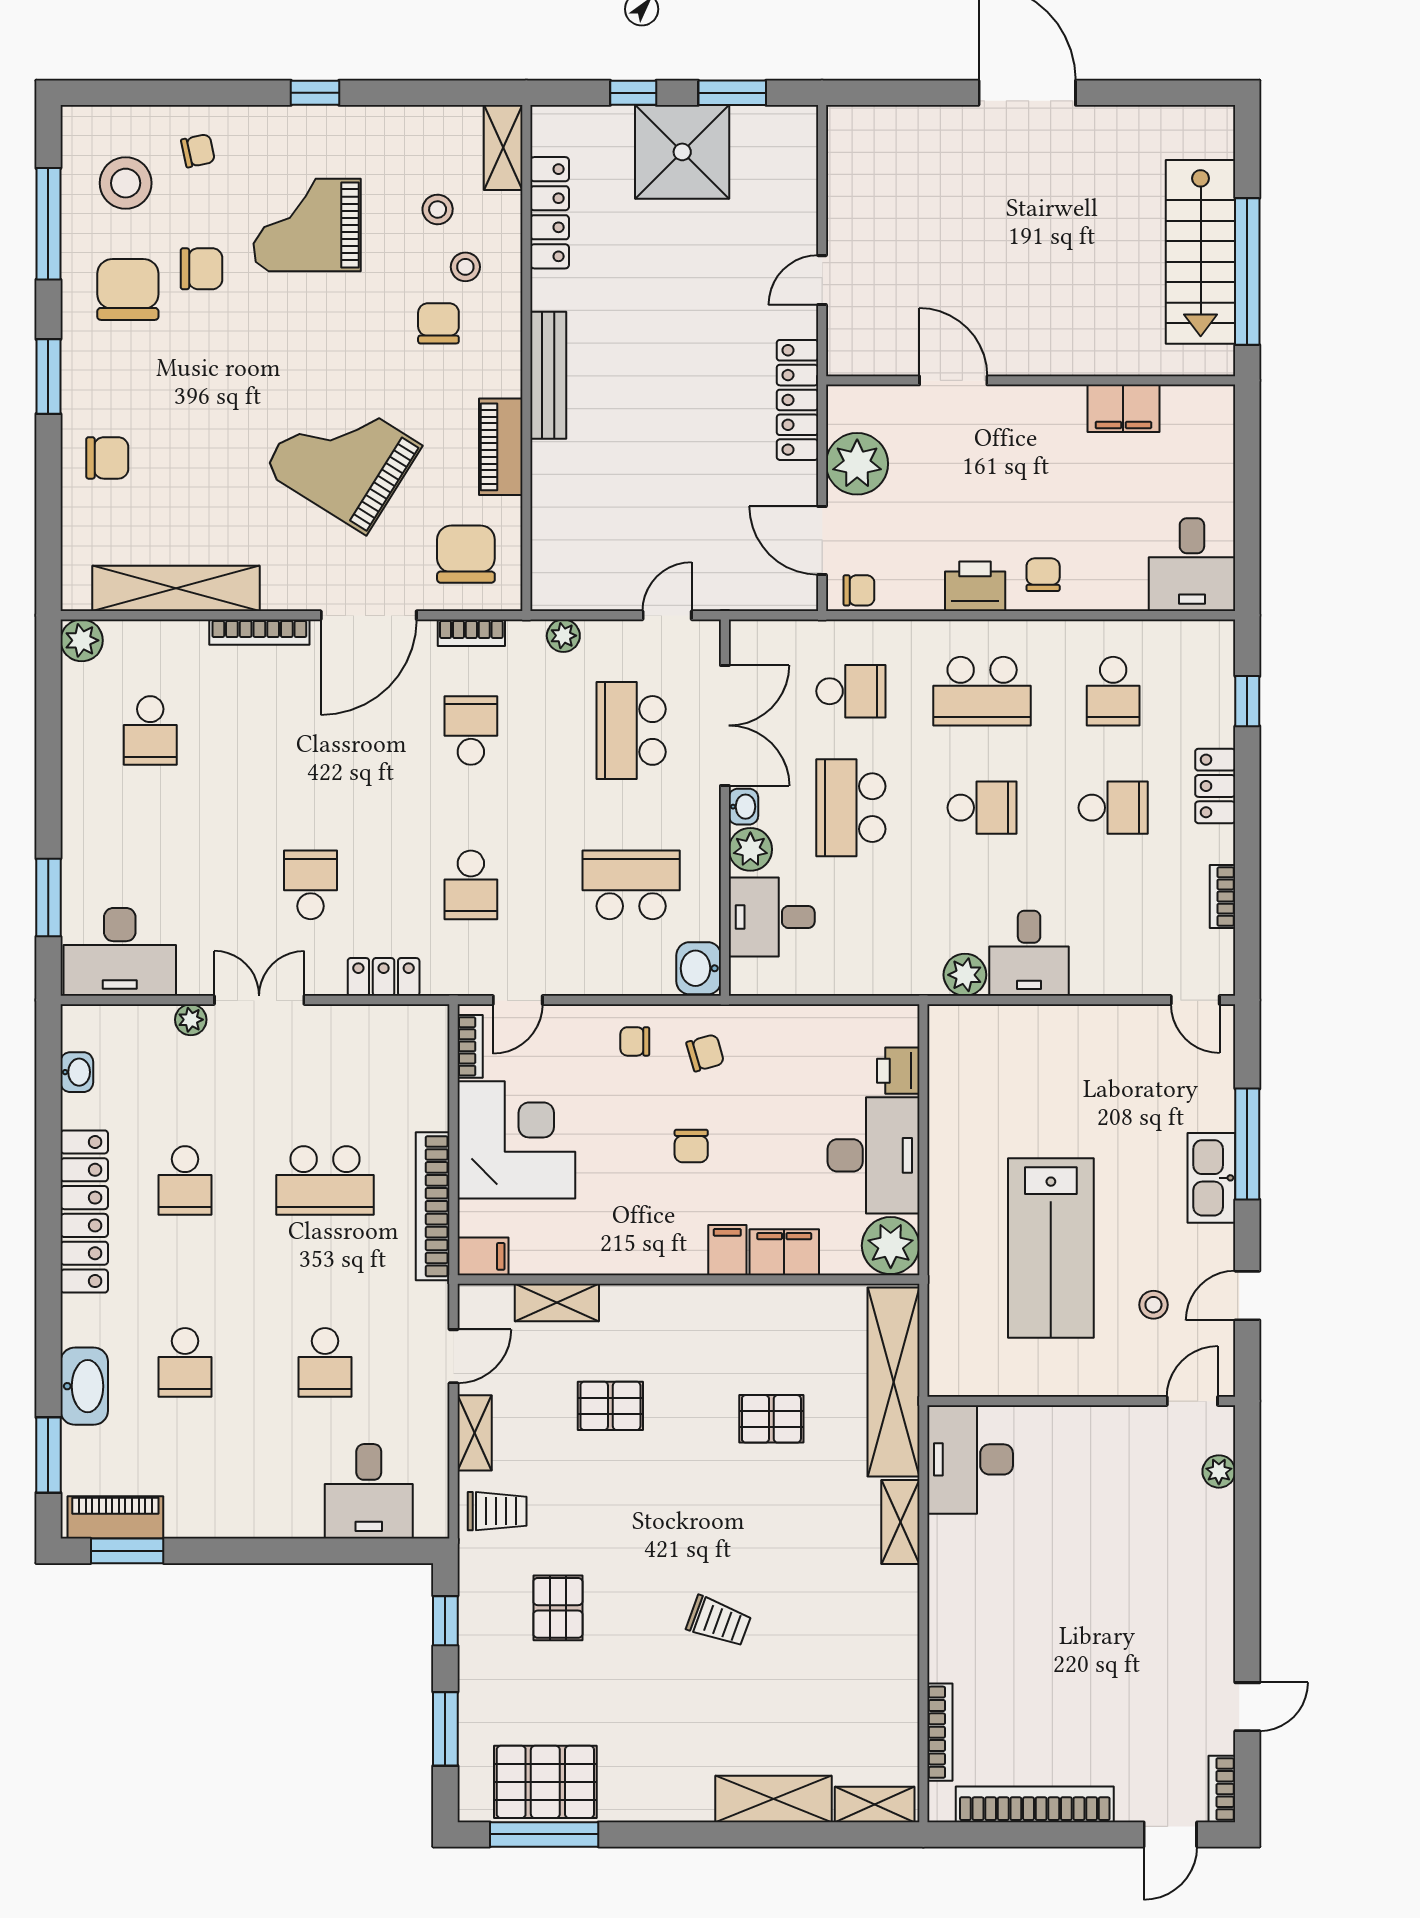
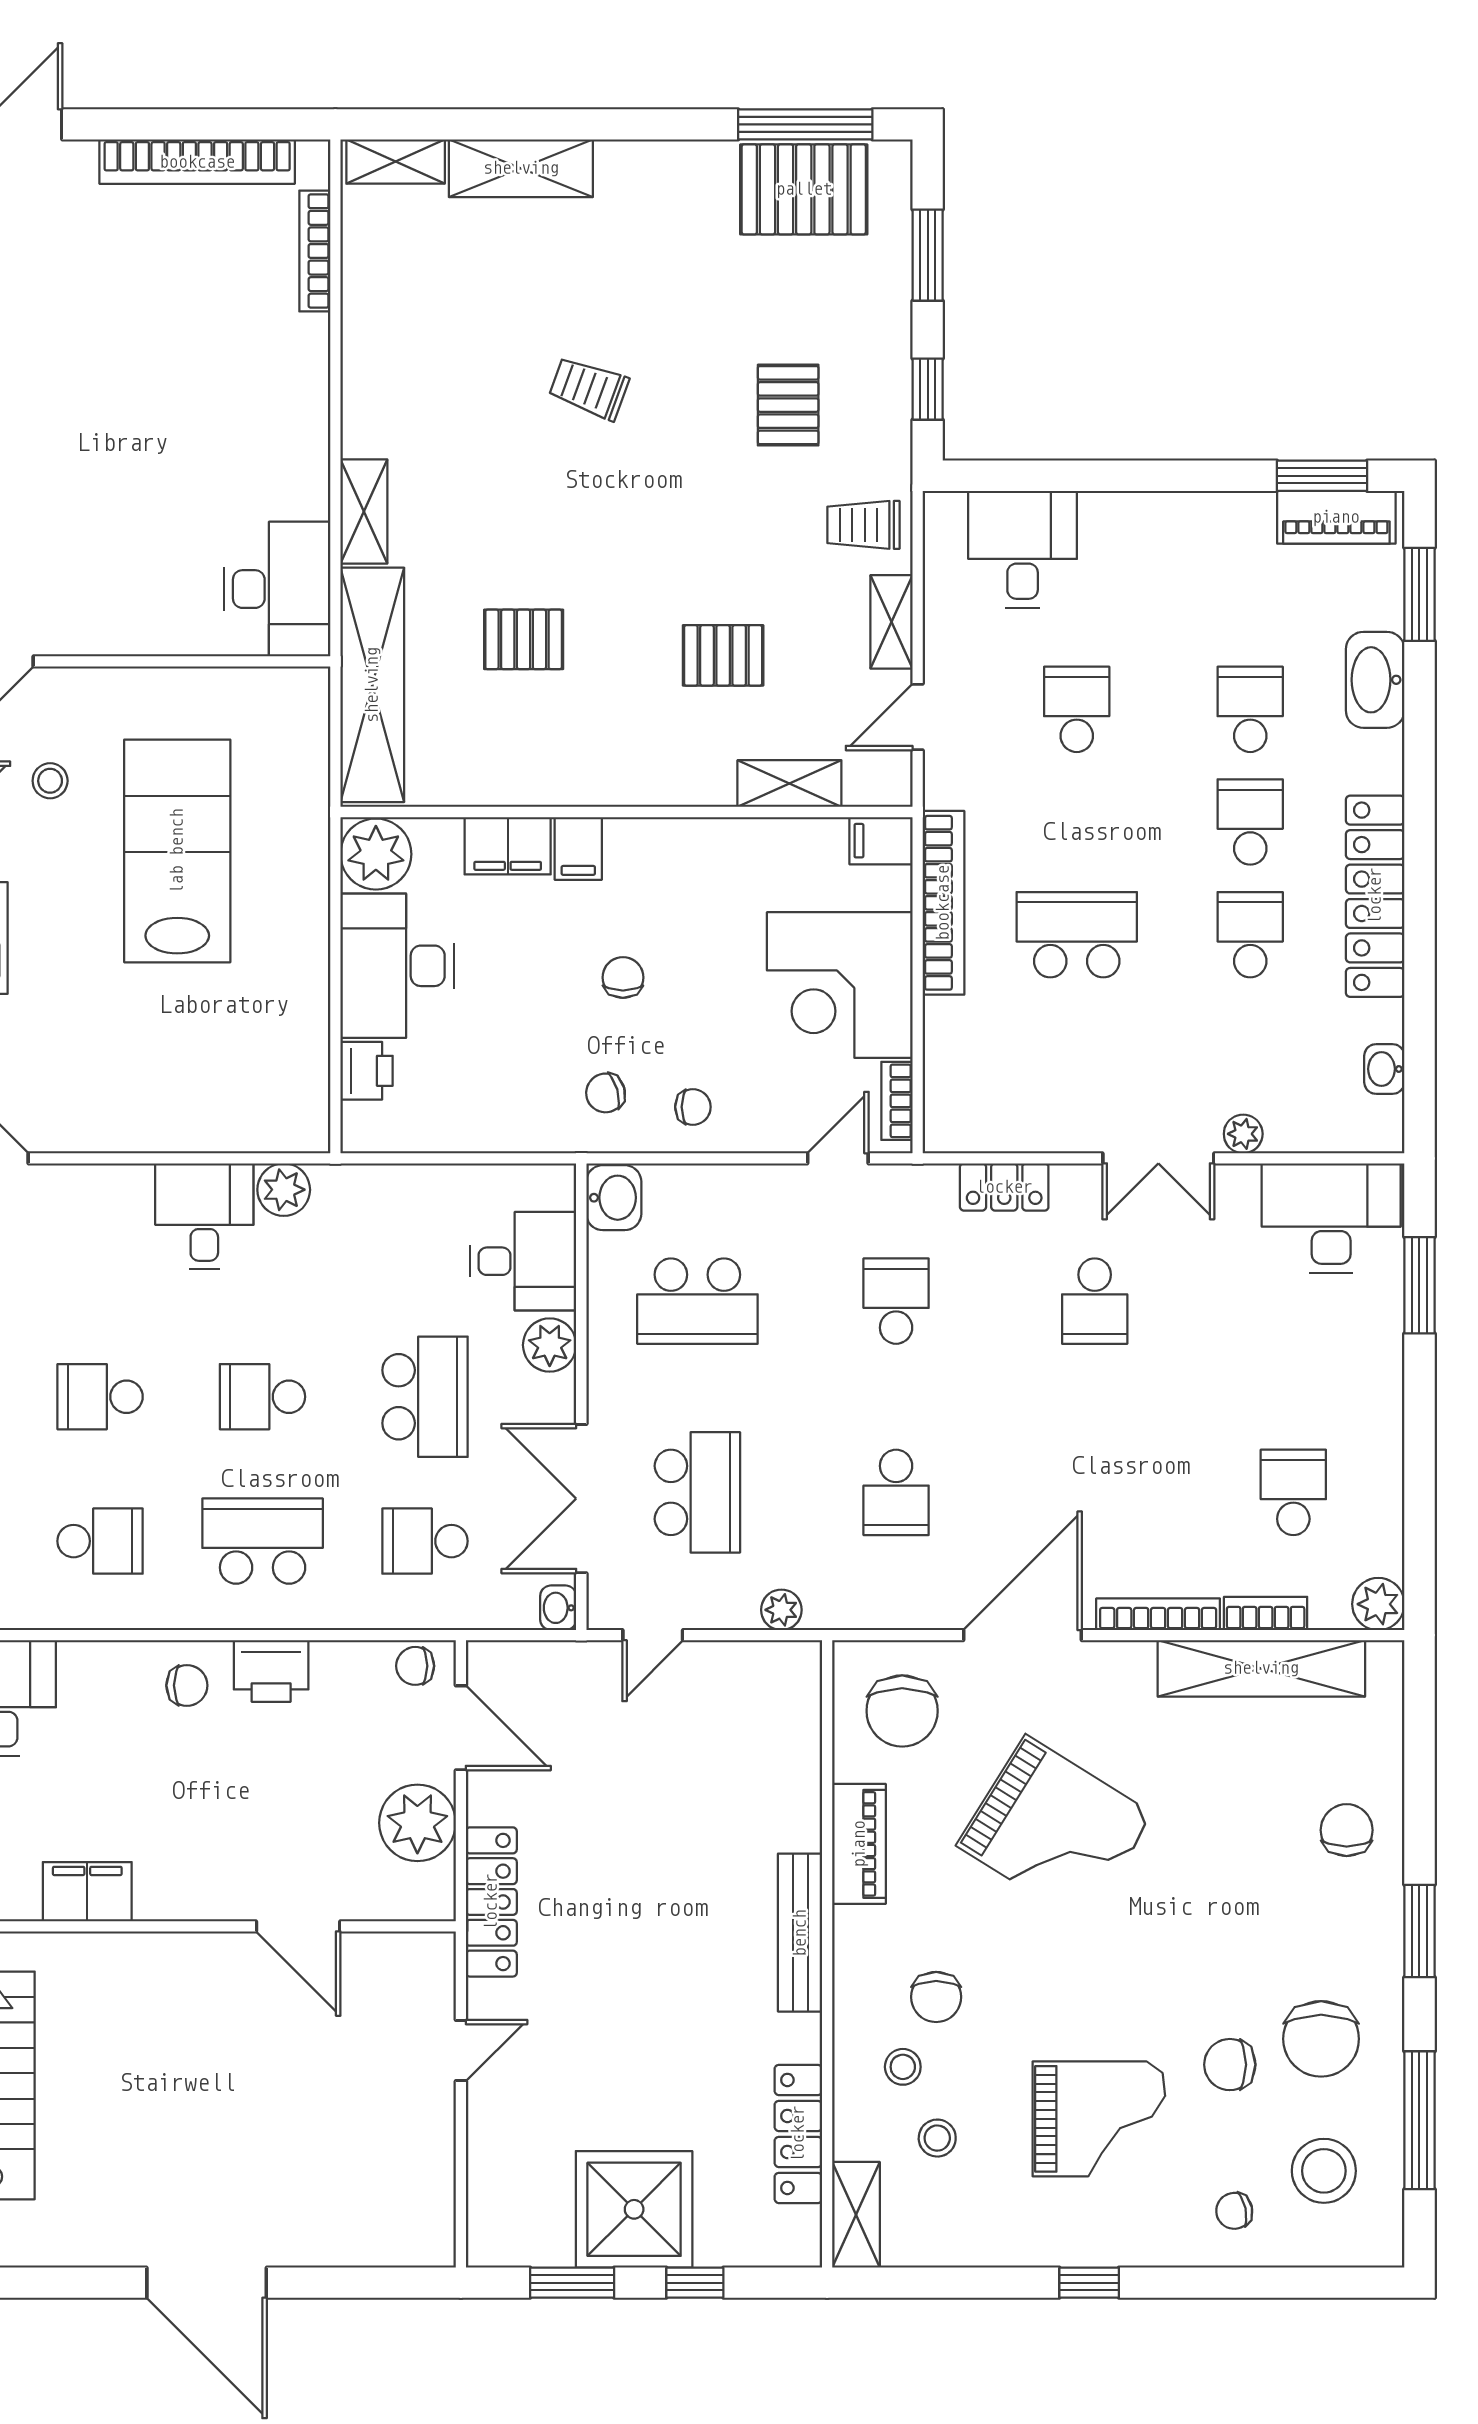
chair: (107, 458) -> (1347, 1830), turned 90
chair: (1043, 575) -> (187, 1685), turned -90
bookcase: (471, 633) -> (1266, 1613), moved
school desk: (1113, 691) -> (100, 1541), turned 90
washbasin: (743, 807) -> (558, 1608), moved
school desk: (185, 1271) -> (1250, 822), added

